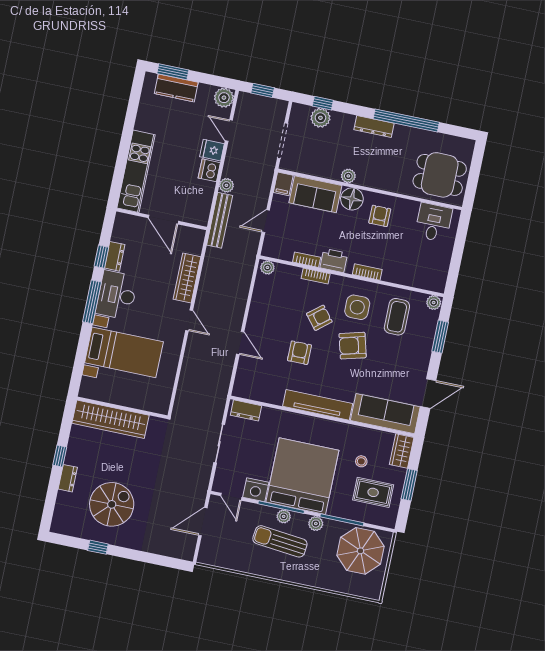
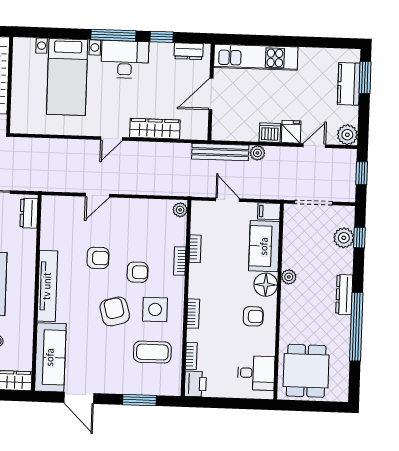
dresser: (115, 256) -> (189, 51), moved
printer: (334, 260) -> (195, 384), moved
bookcase: (407, 281) -> (191, 356), added
plant: (434, 303) -> (174, 387), removed
armchair: (319, 318) -> (138, 272), turned -51

